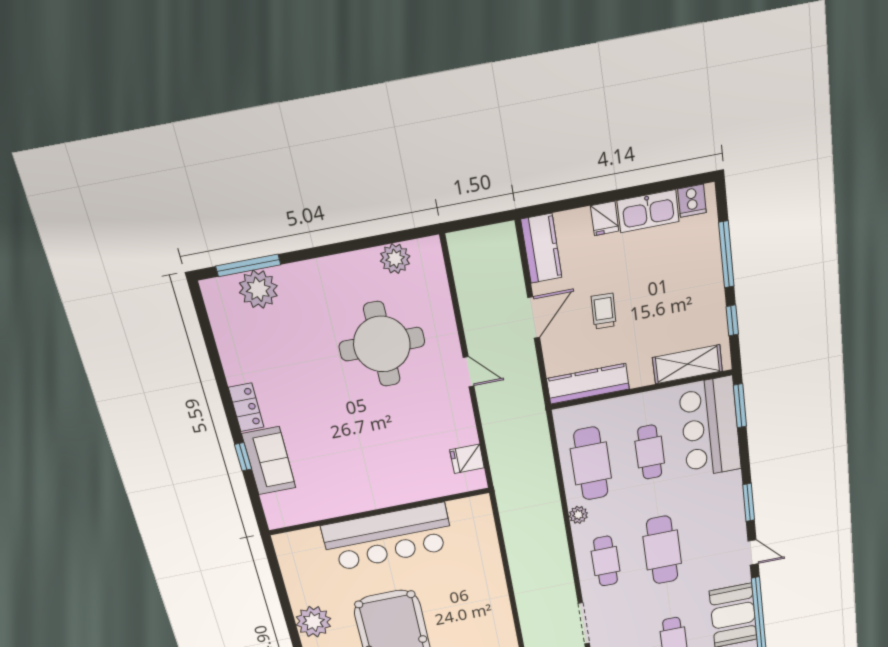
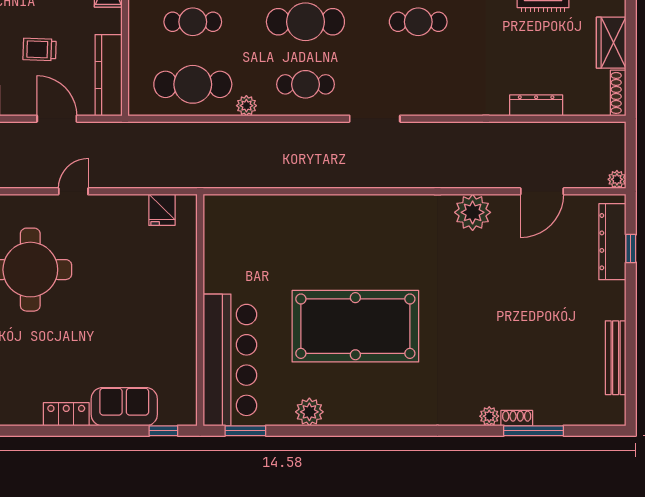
door: (534, 318) -> (57, 119), moved
window: (243, 457) -> (163, 431), moved
bar counter: (388, 537) -> (230, 360), moved
window: (276, 573) -> (245, 431), added
plant: (313, 622) -> (309, 412), width x0.73, depth x0.73

